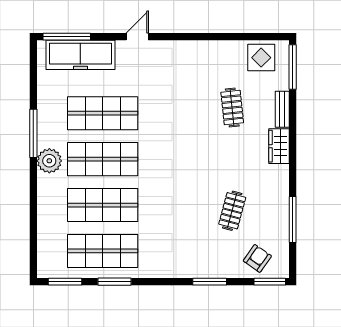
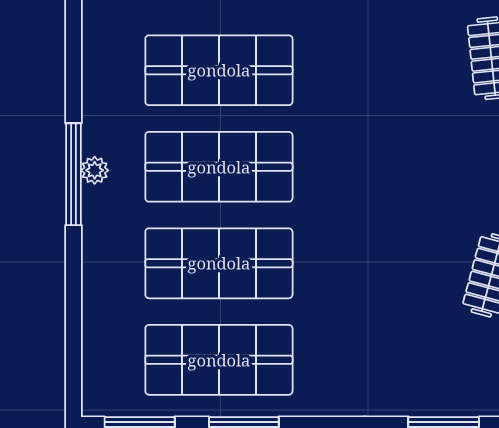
window: (33, 133) -> (73, 174), moved
plant: (49, 161) -> (95, 170), width x0.53, depth x0.53

